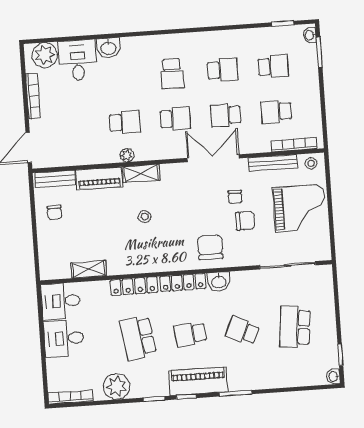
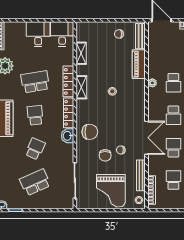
shelving: (141, 173) -> (81, 87), moved
school desk: (295, 327) -> (35, 182), turned -30

